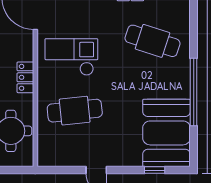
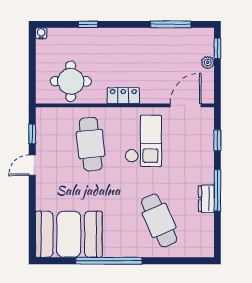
cafe table: (153, 41) -> (159, 220), turned -42
window: (155, 170) -> (32, 134), moved

